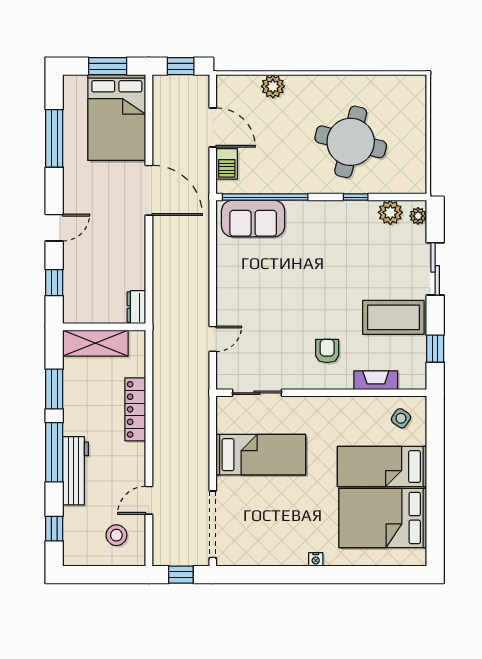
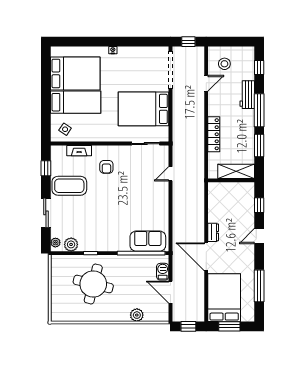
dresser: (136, 307) -> (213, 232), moved
bed: (261, 455) -> (144, 109), width x1.50
workbench: (76, 471) -> (247, 95), width x0.73

